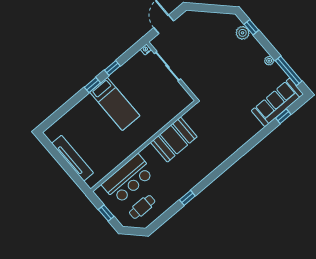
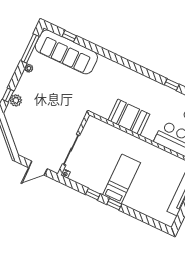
sofa: (277, 102) -> (66, 52), width x1.36, depth x1.27

